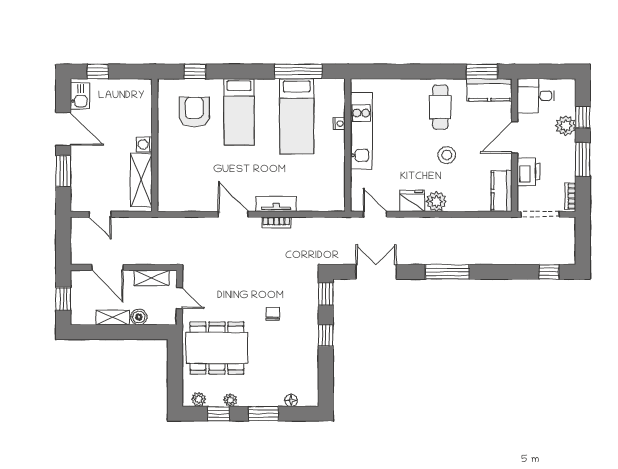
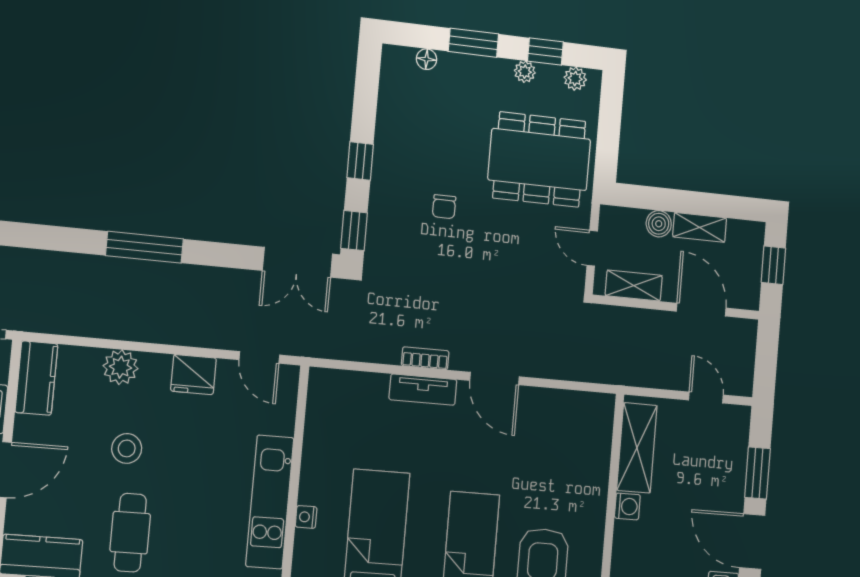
plant: (436, 201) -> (121, 367), moved
double door: (376, 272) -> (298, 262), moved

